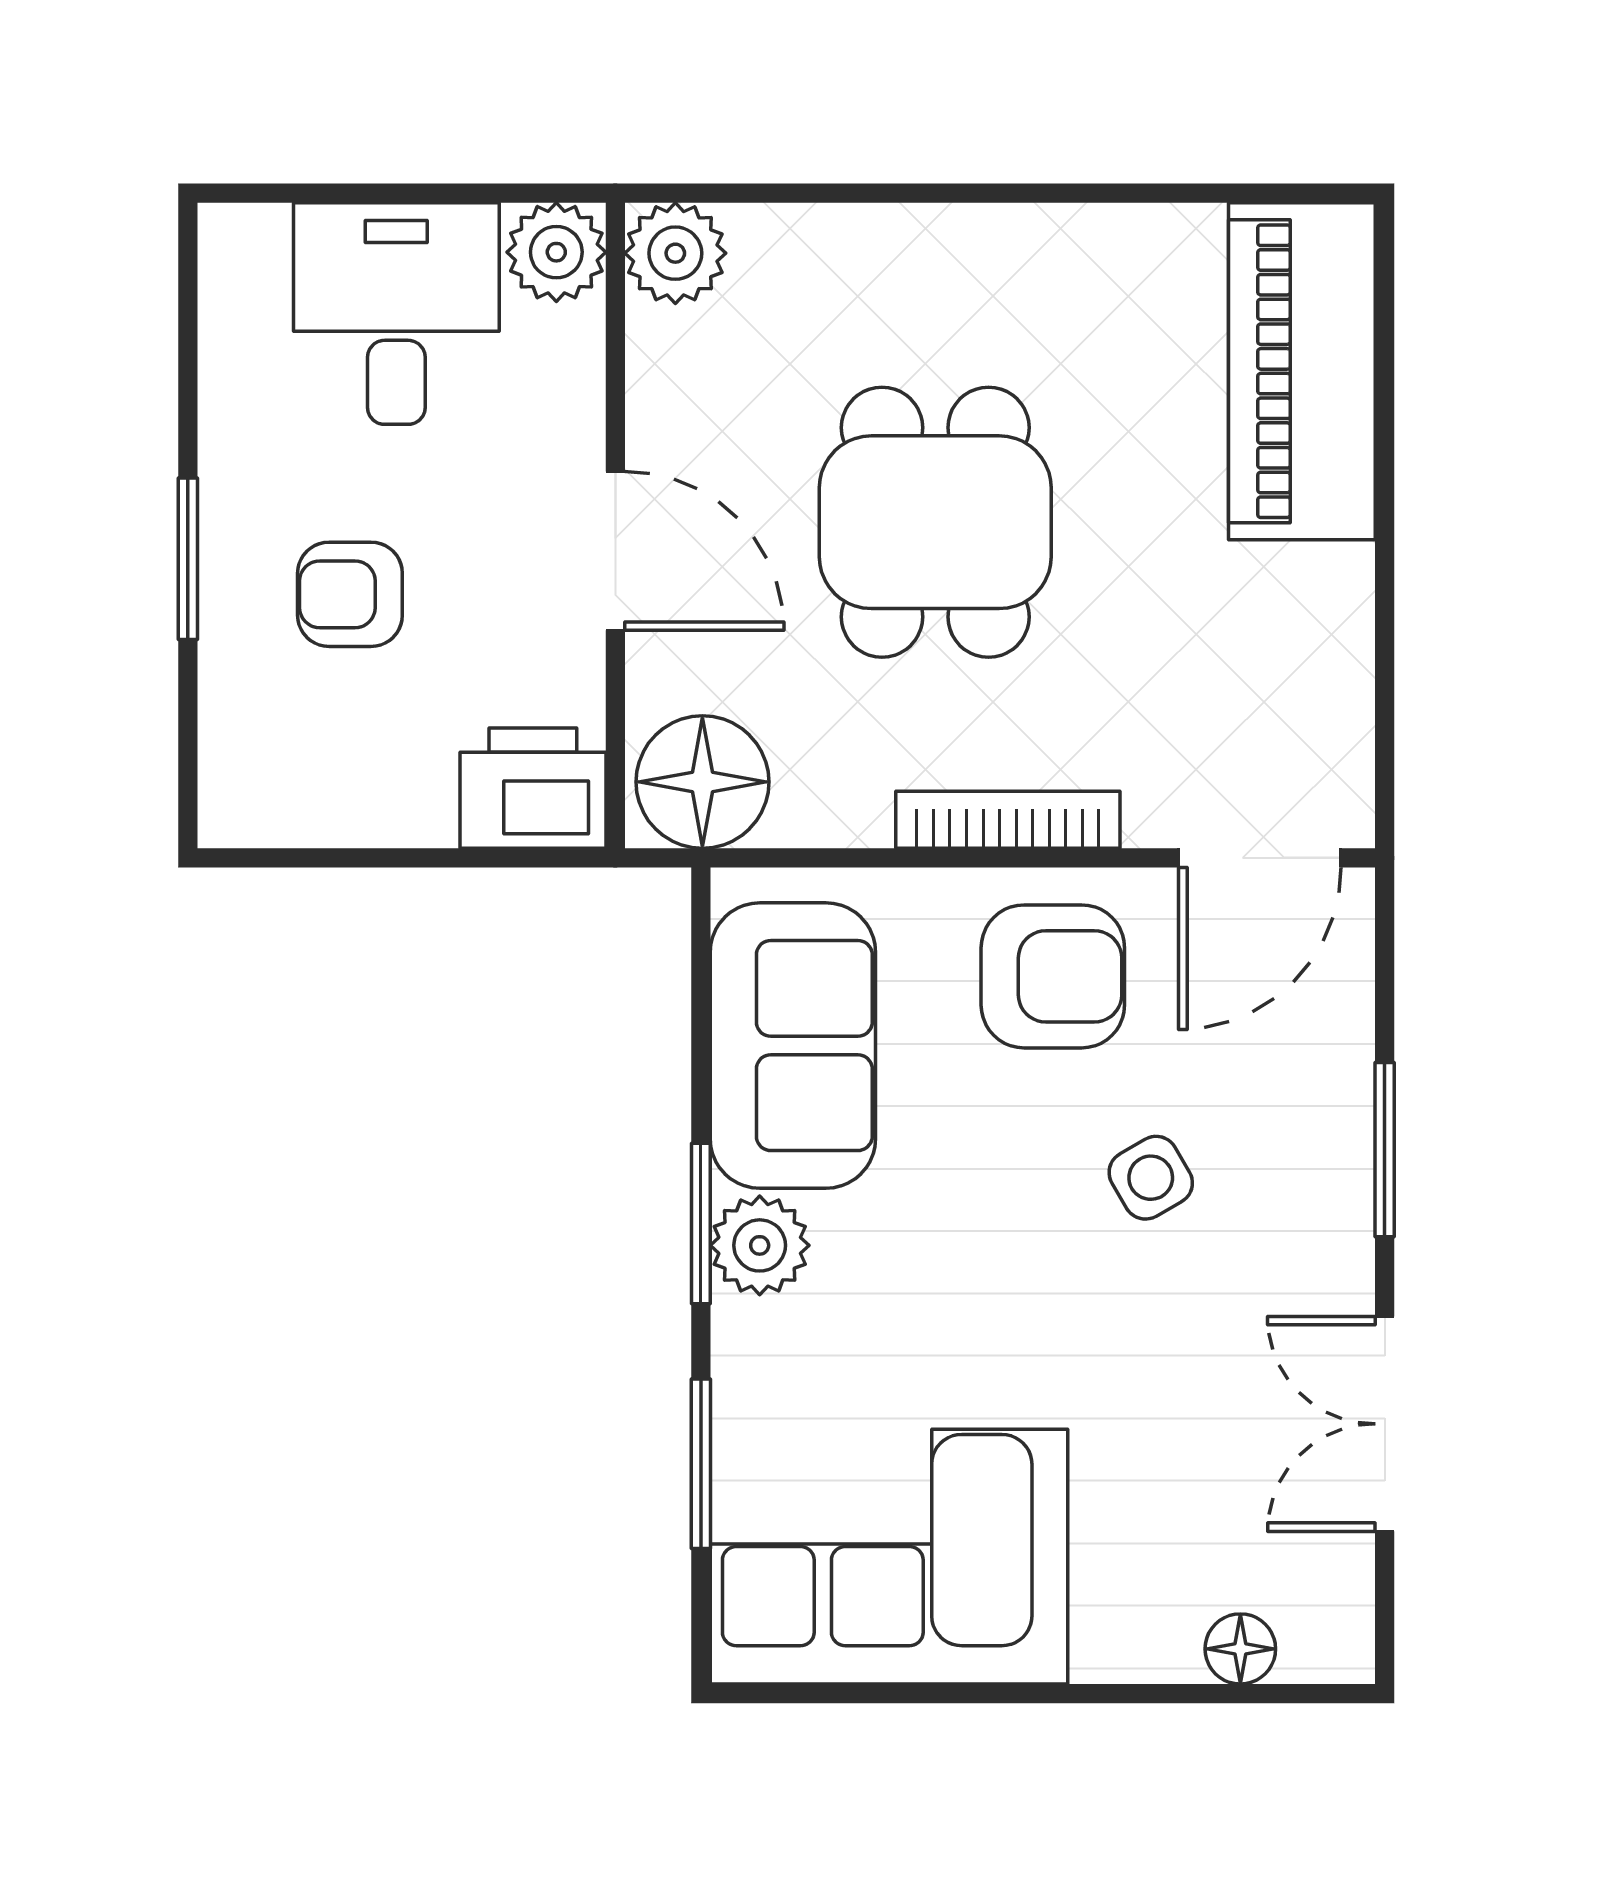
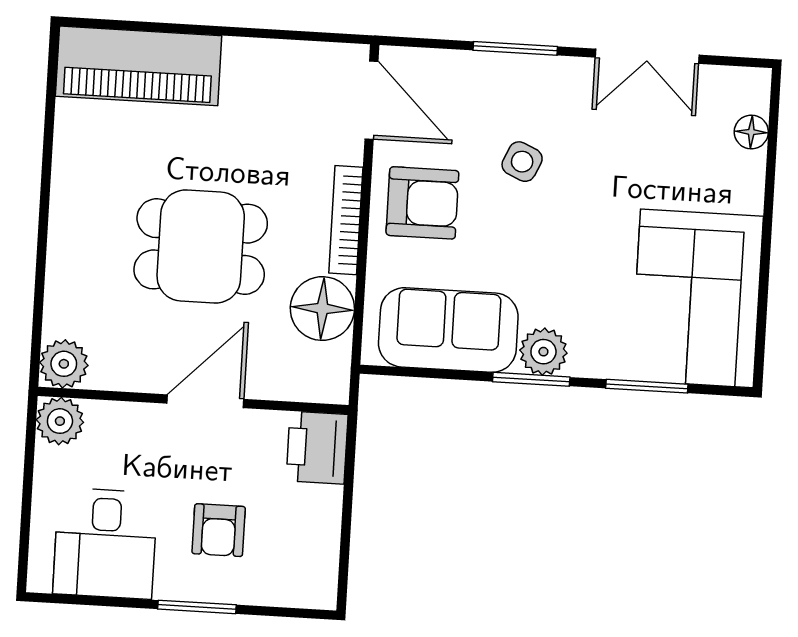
desk: (396, 314) -> (105, 543), moved, turned -90
floor lamp: (702, 782) -> (322, 309), moved
armchair: (1053, 976) -> (422, 203), turned 90
side table: (1151, 1178) -> (522, 162), turned -36

